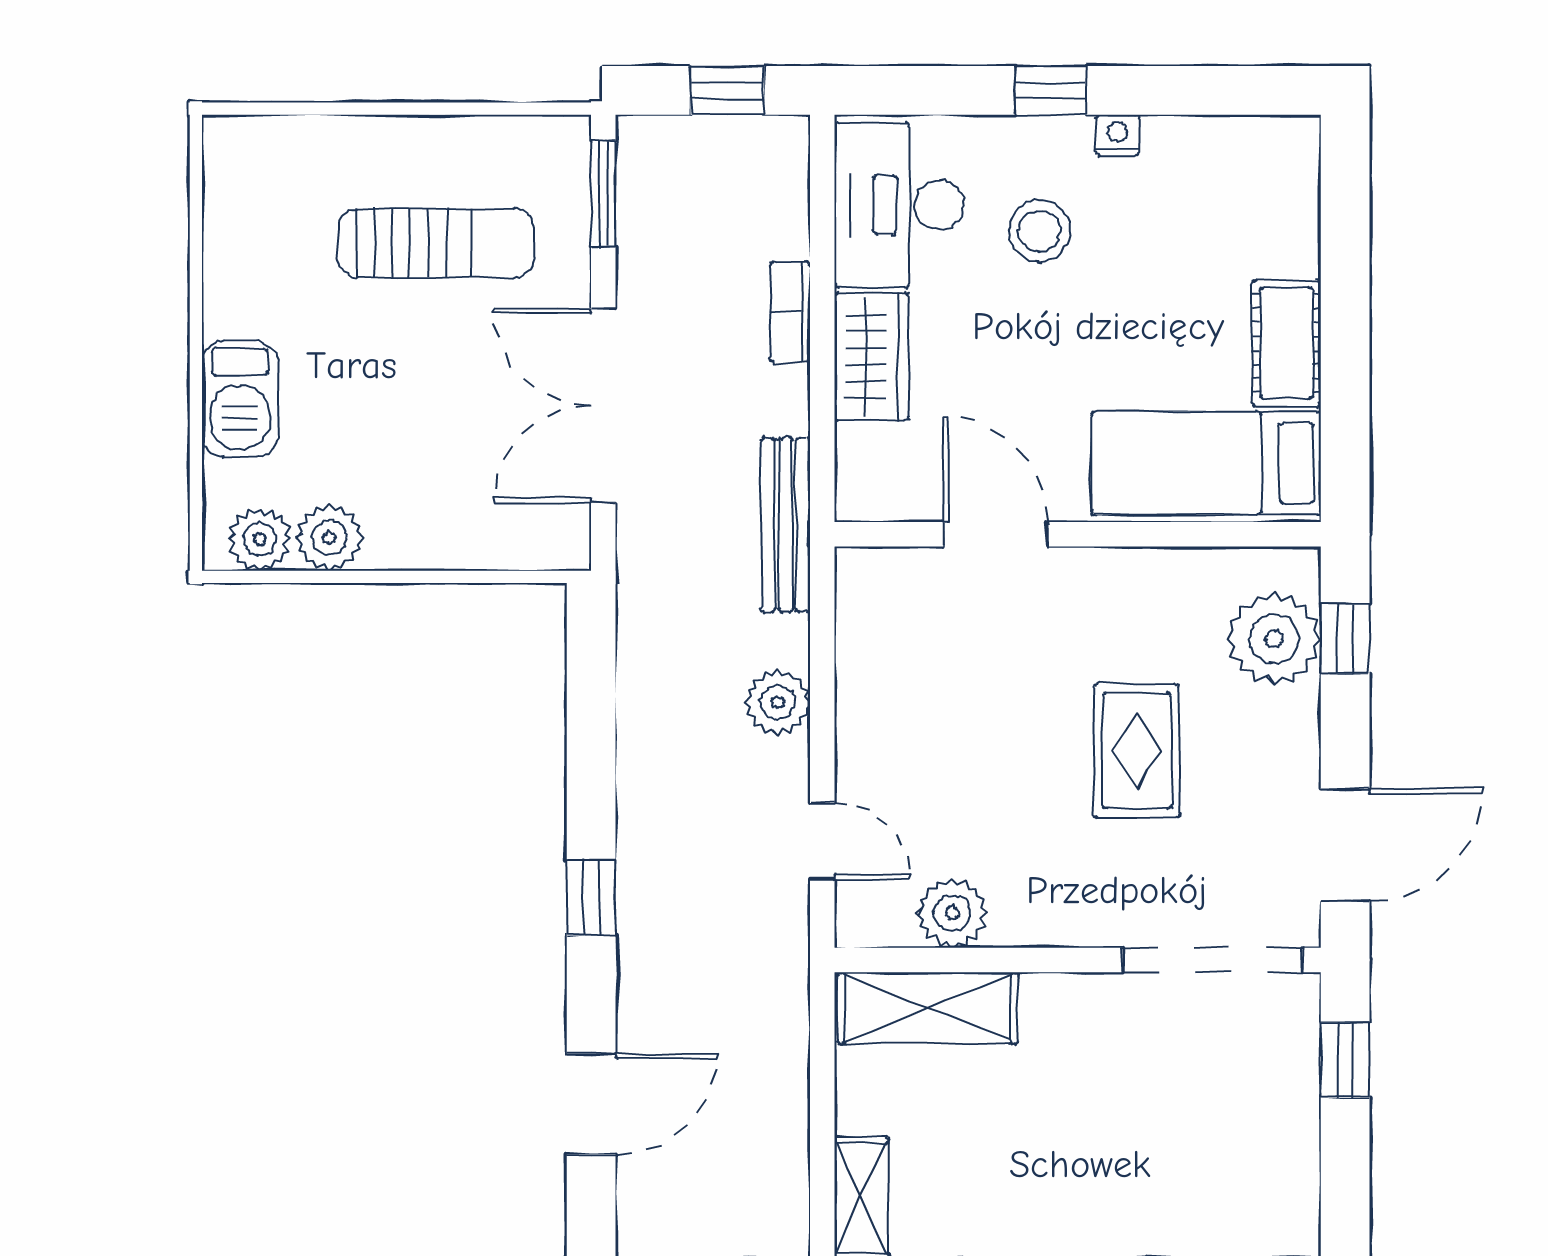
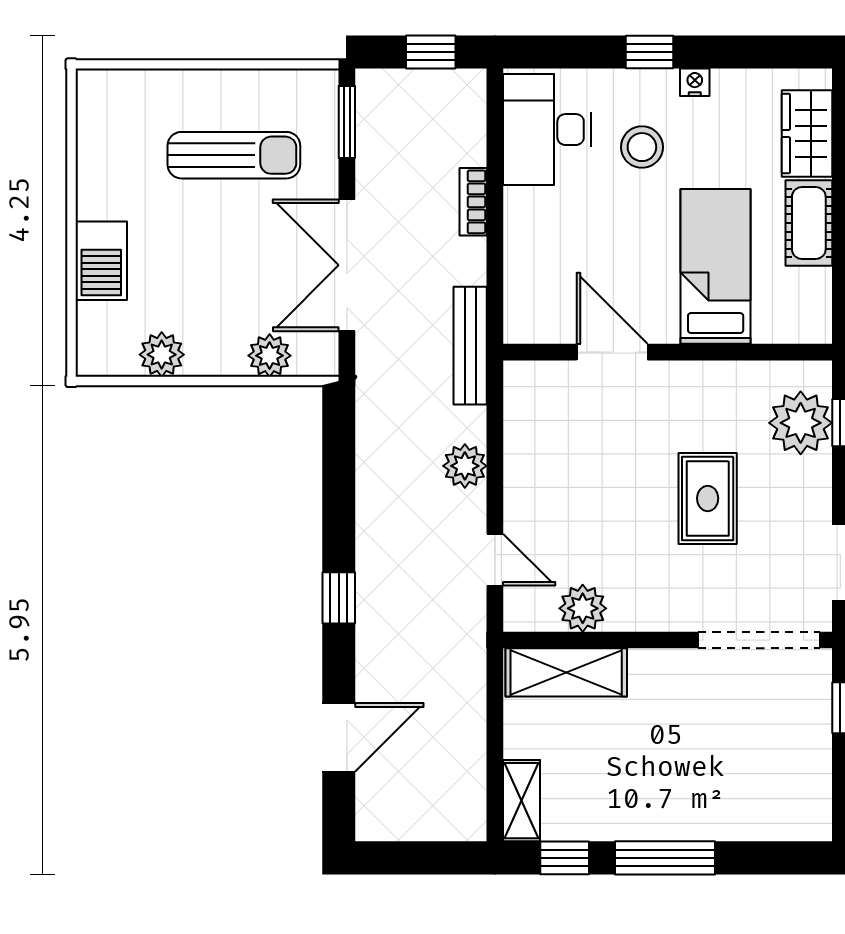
wardrobe: (872, 356) -> (807, 134), moved, turned 180
bed: (1206, 463) -> (716, 266), moved, turned 90
plant: (260, 539) -> (270, 356), moved

